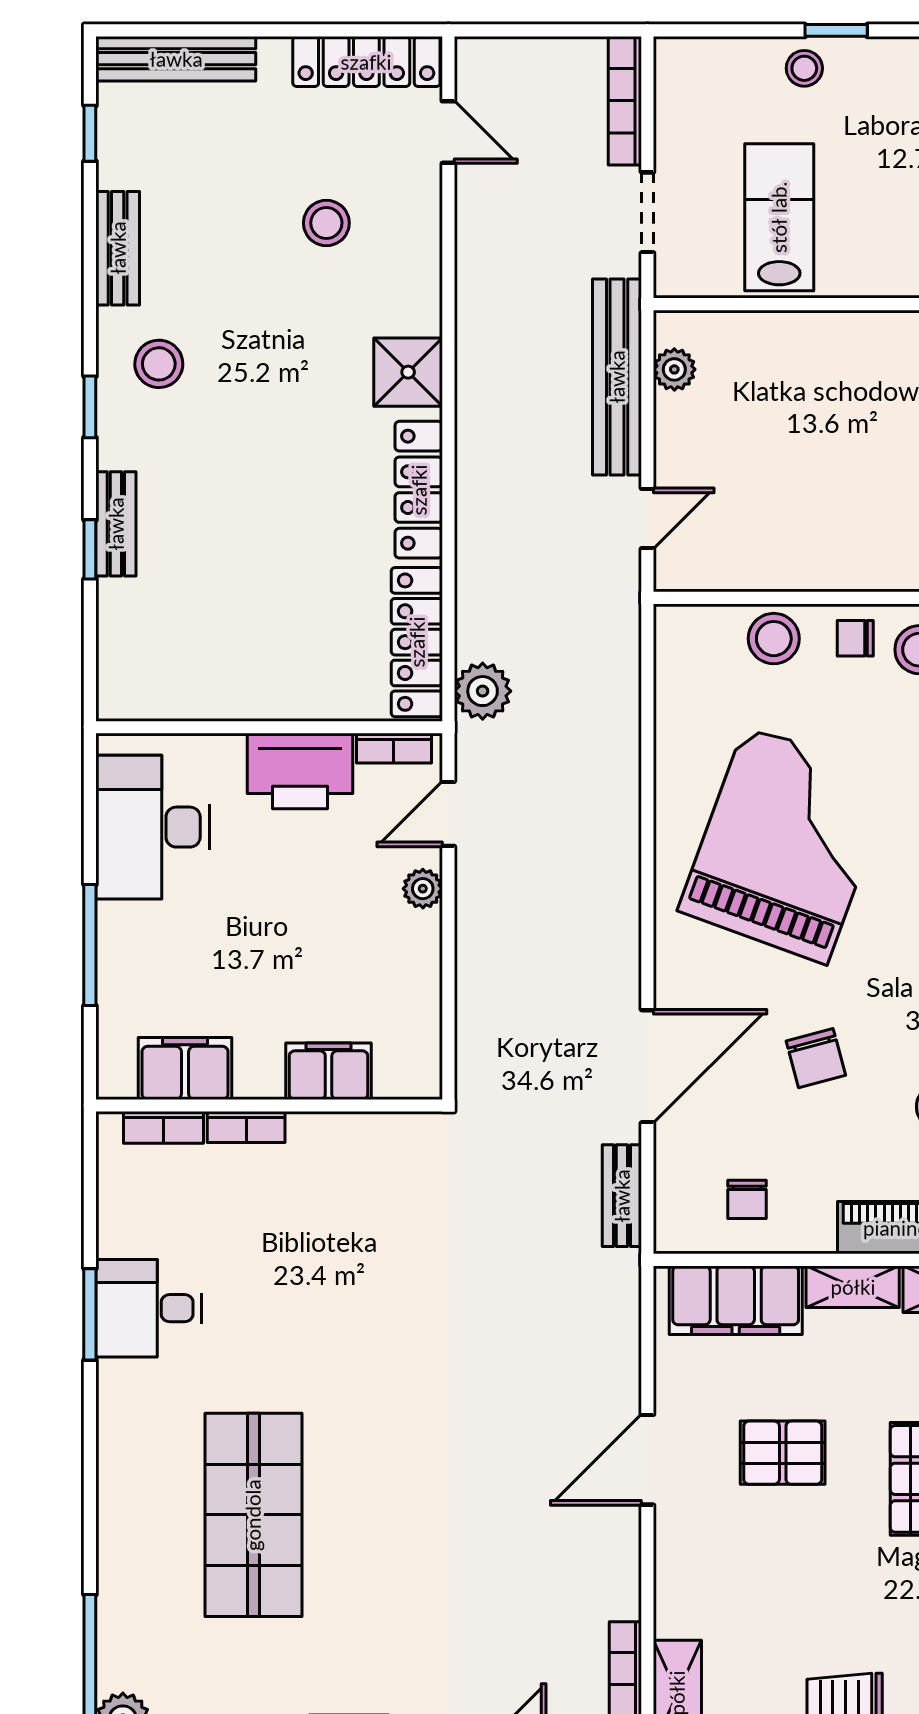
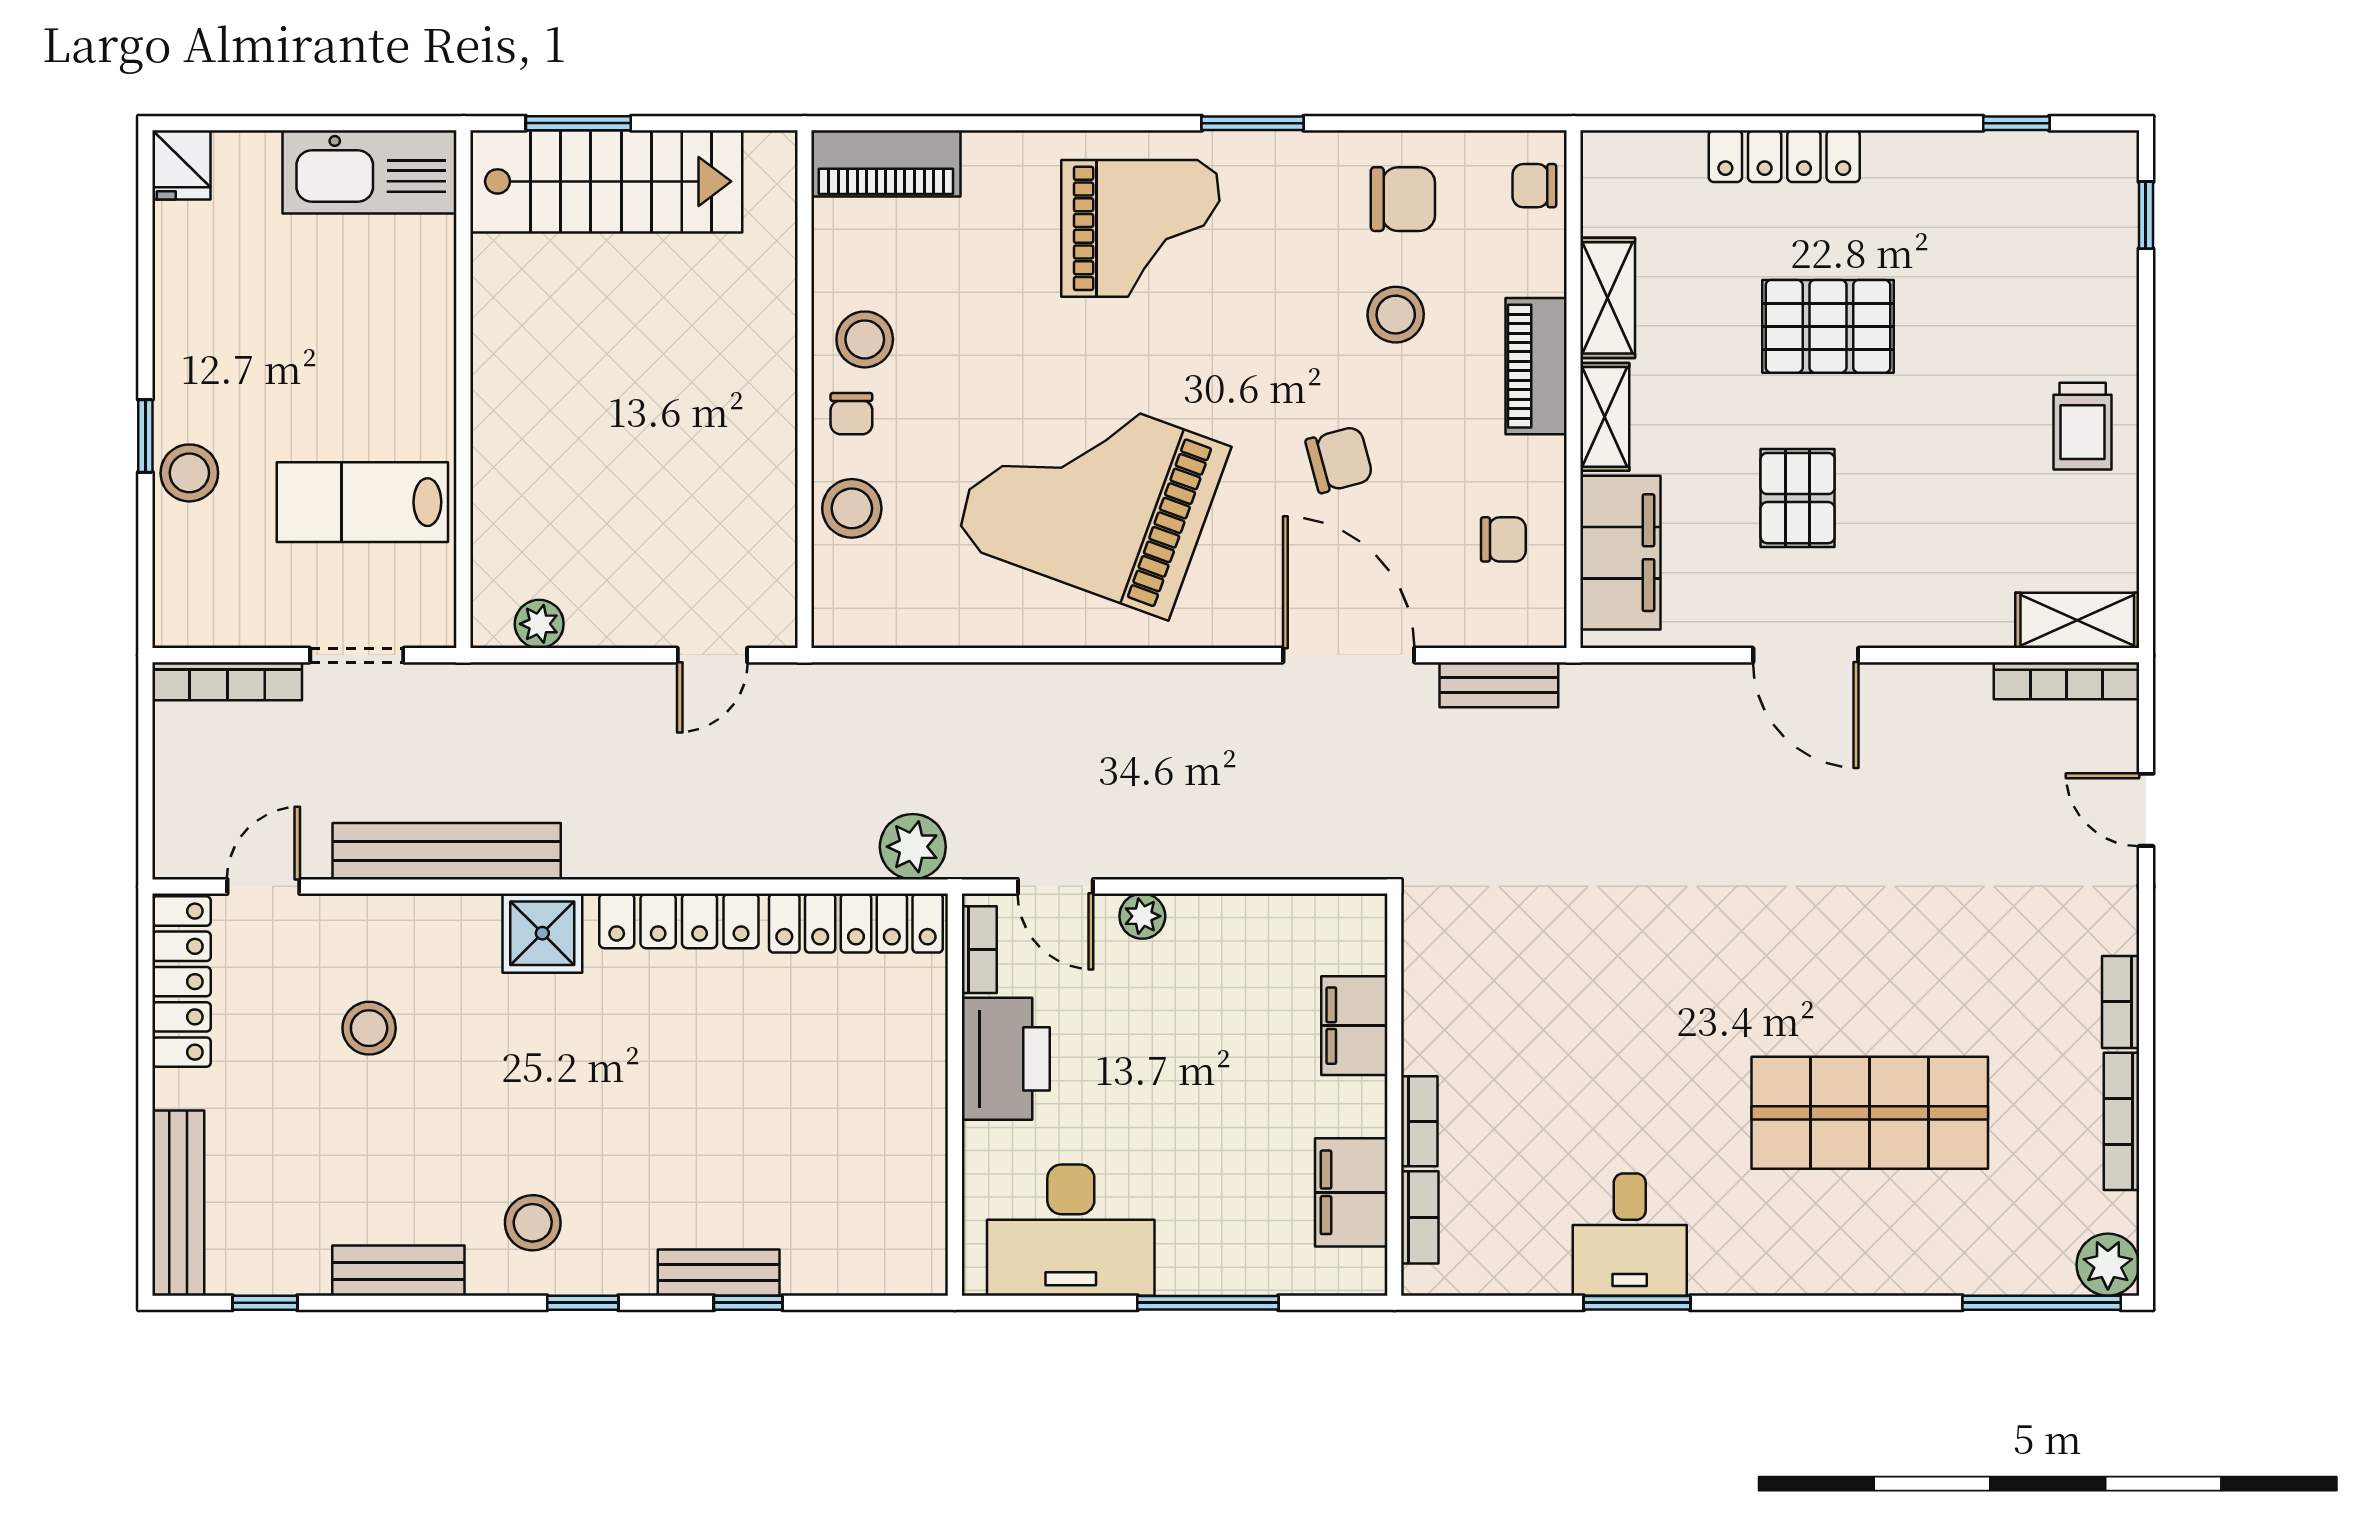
stool: (804, 68) -> (189, 473), width x1.37, depth x1.37
bench: (617, 377) -> (447, 851), moved
door: (647, 519) -> (712, 655), swing flipped

